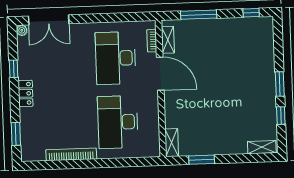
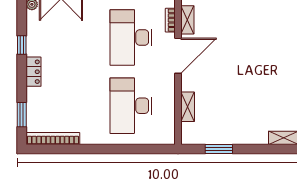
door: (160, 74) -> (178, 56), hinge flipped
shelving: (172, 143) -> (188, 107), moved
bookcase: (71, 154) -> (53, 139), moved

